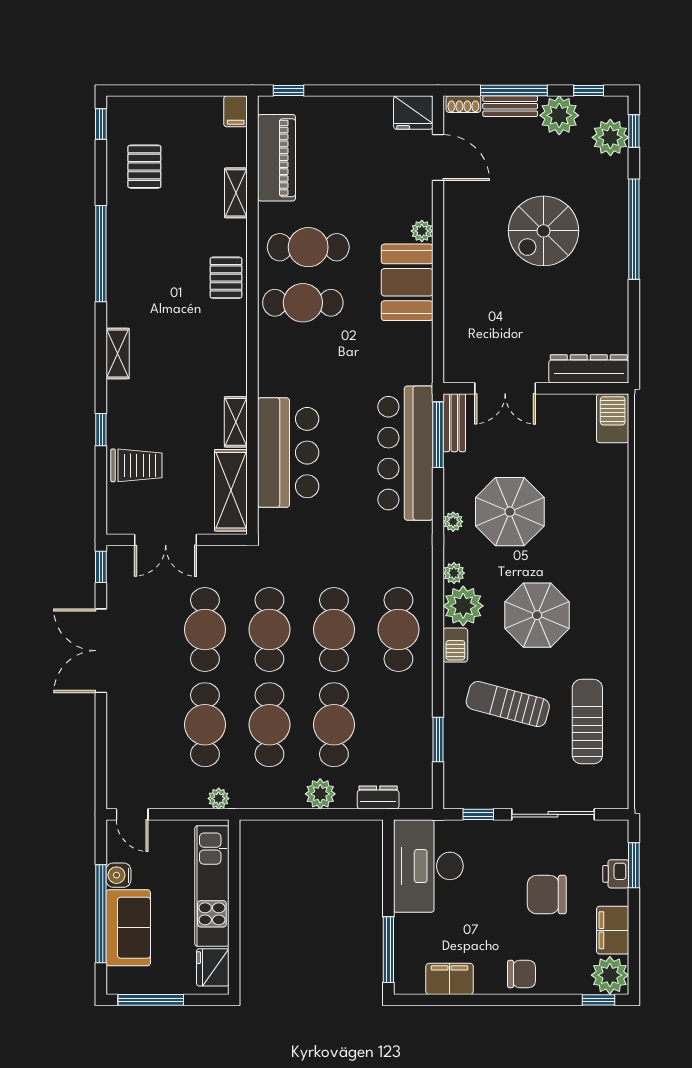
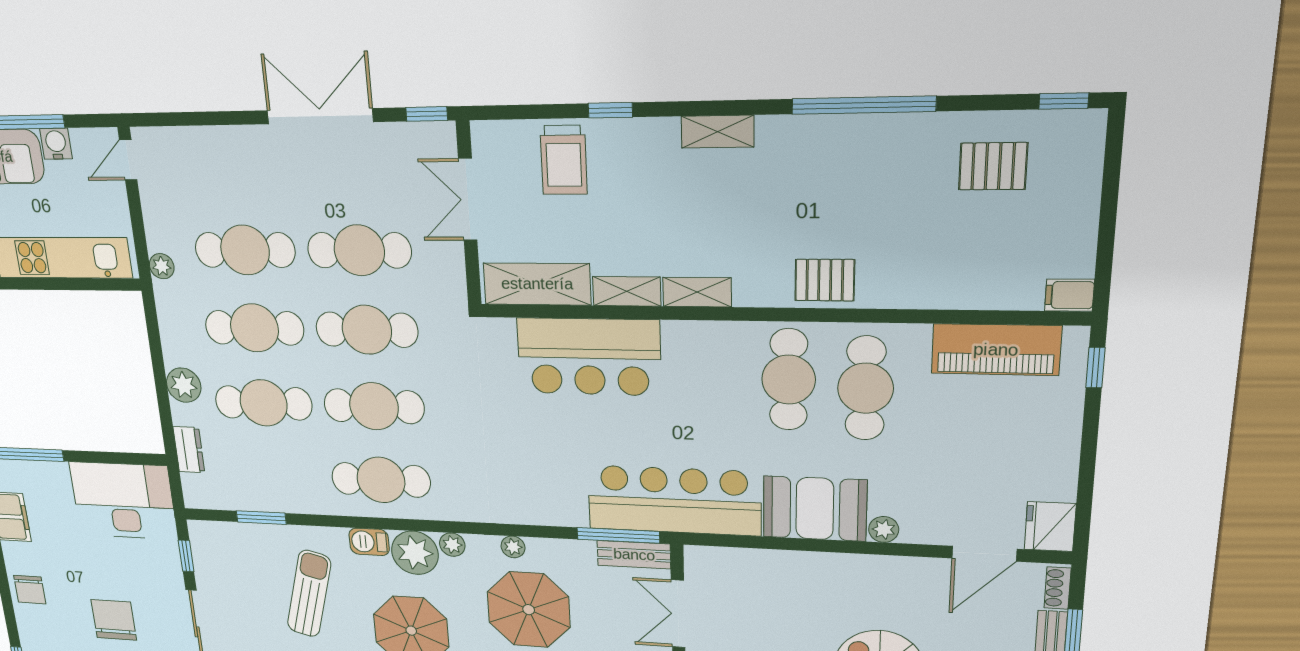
shelving: (236, 193) -> (697, 292), moved
bar counter: (405, 453) -> (674, 500), moved

